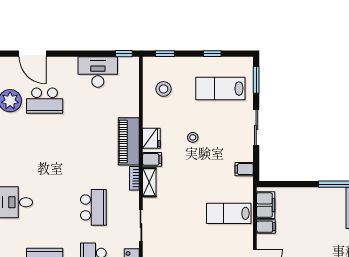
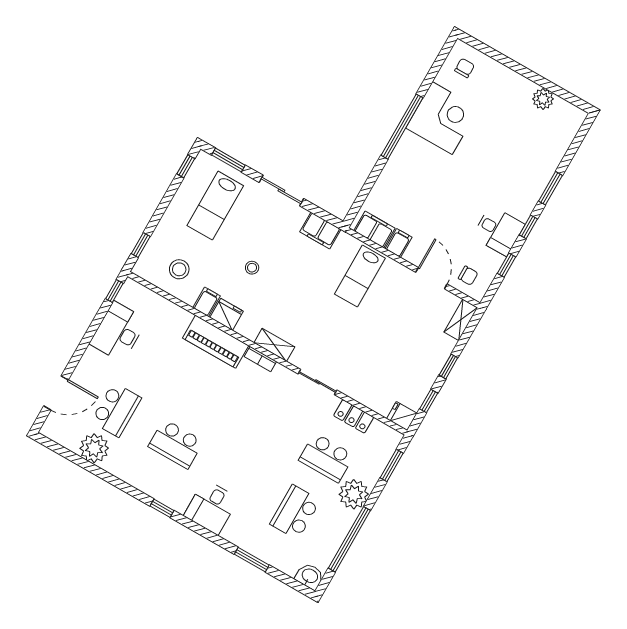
window: (212, 54) -> (186, 166), moved
filing cabinet: (152, 159) -> (207, 302), moved
filing cabinet: (244, 169) -> (320, 231), width x2.00
school desk: (93, 207) -> (176, 444), moved, turned 180

